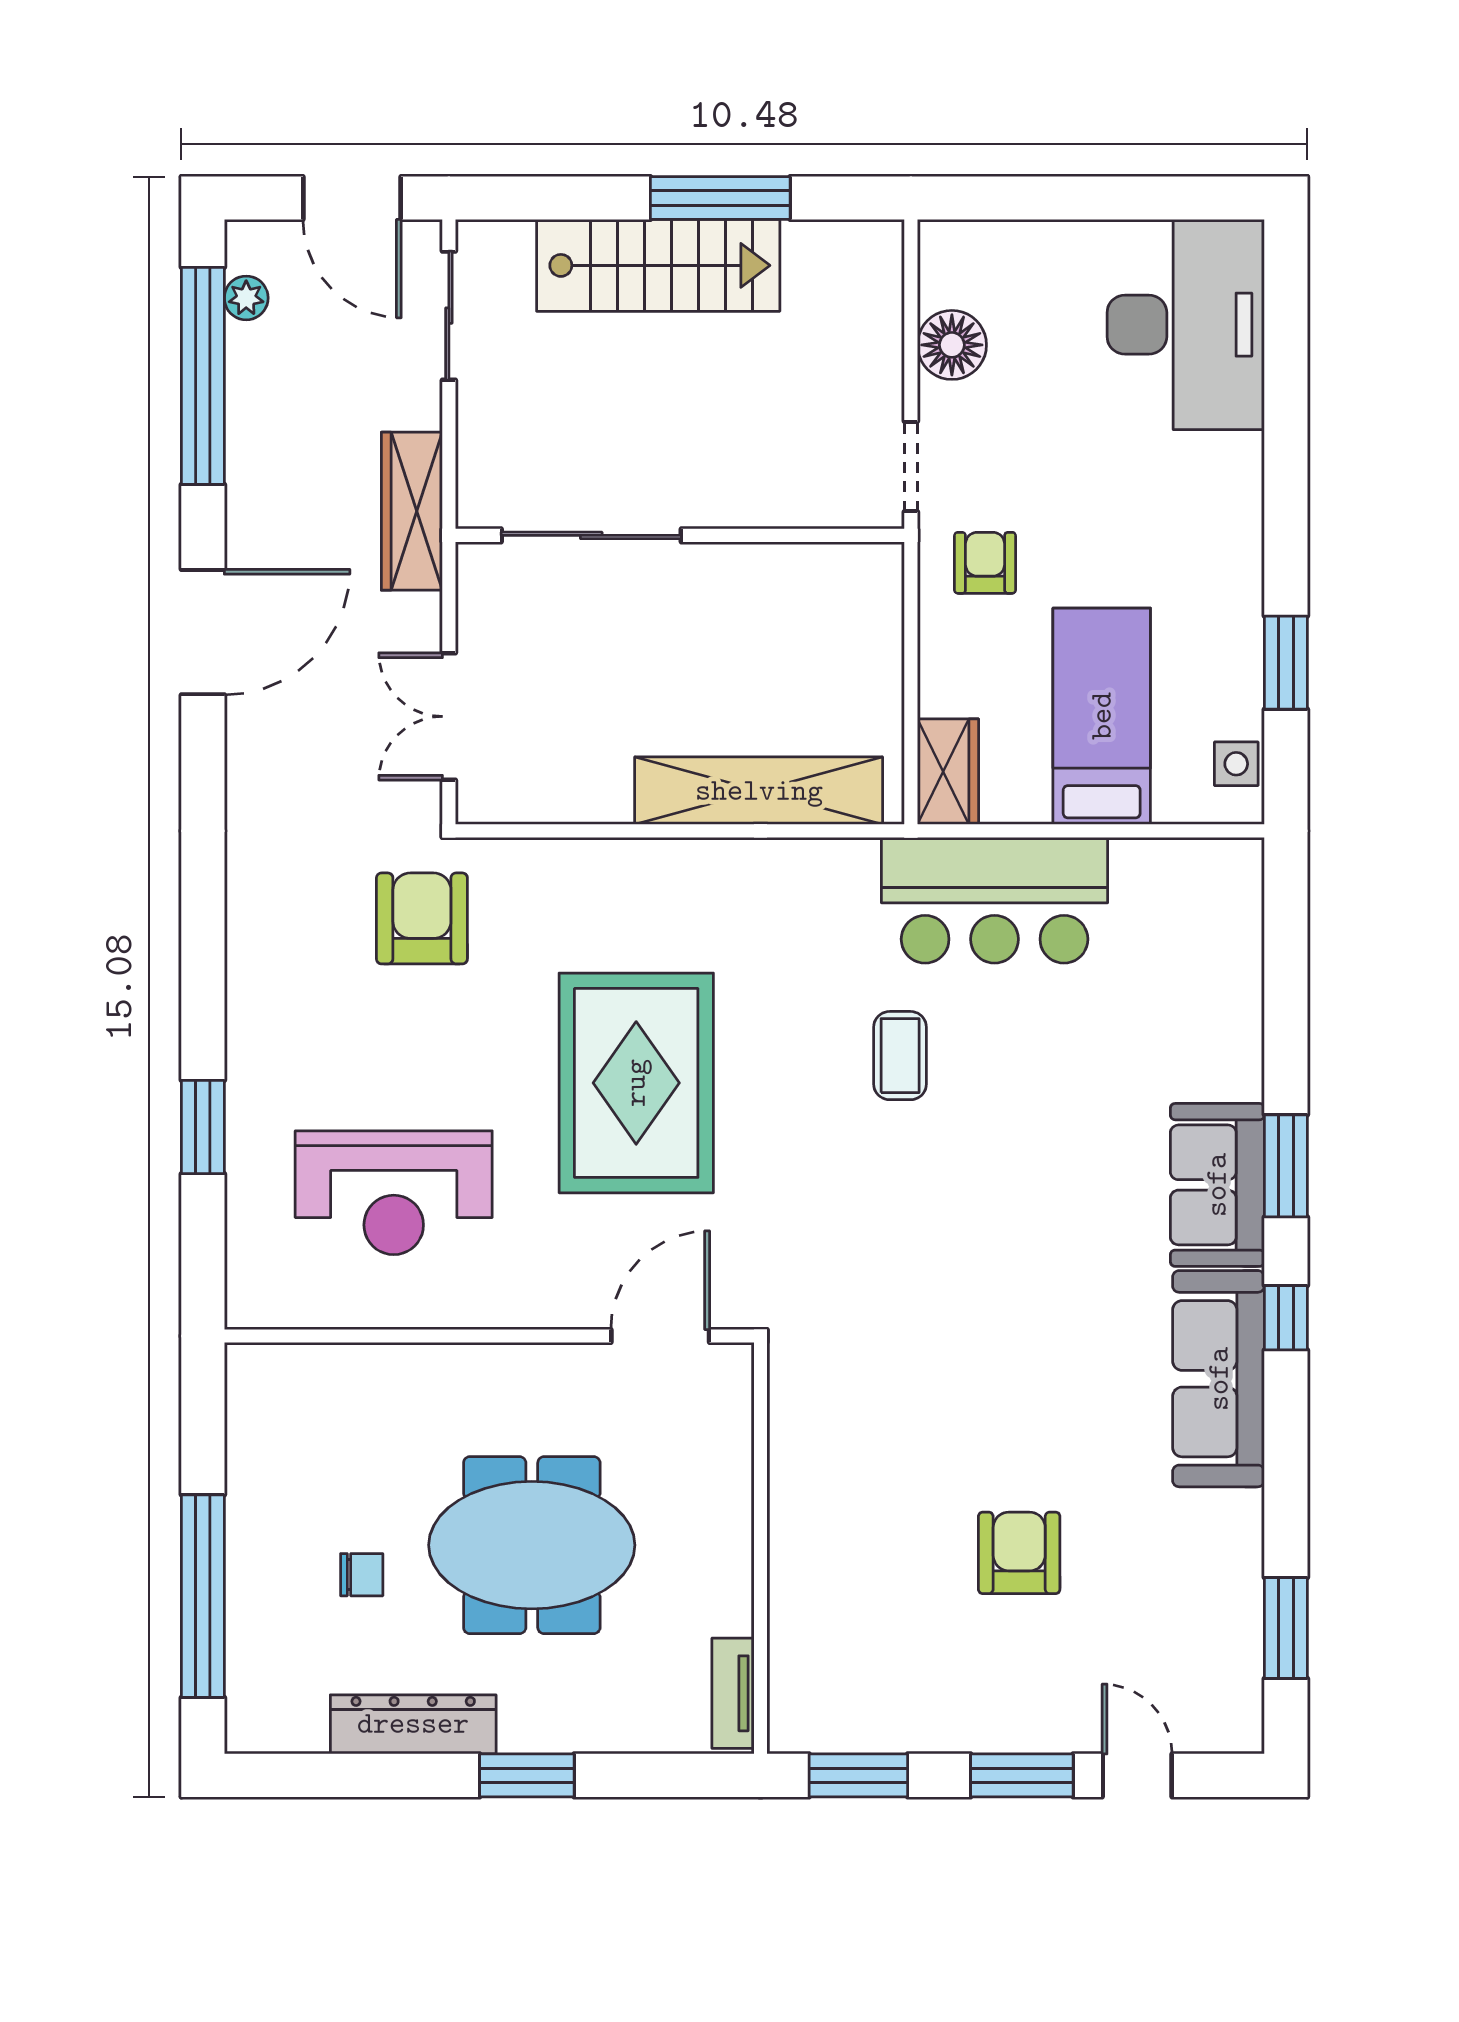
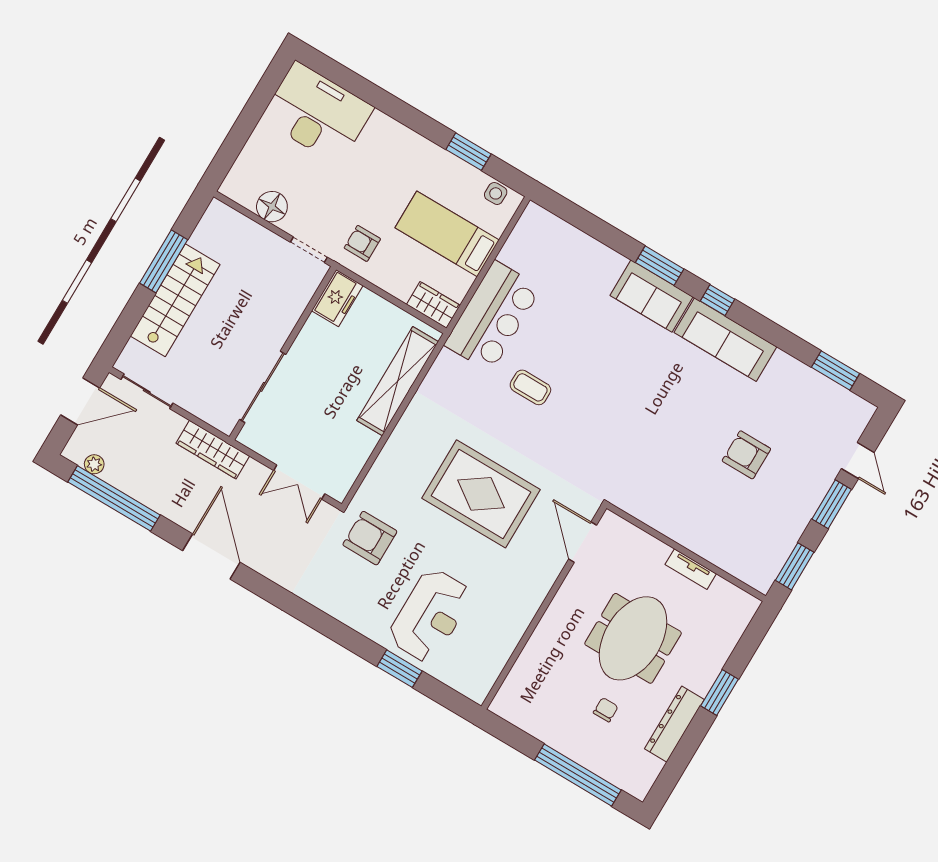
freezer: (850, 577) -> (337, 298), added
reception desk: (394, 1193) -> (430, 615), moved
tv unit: (733, 1693) -> (691, 569), moved
door: (1137, 1775) -> (858, 460), swing flipped

